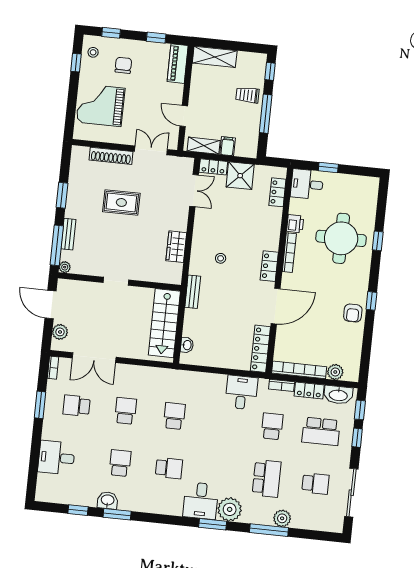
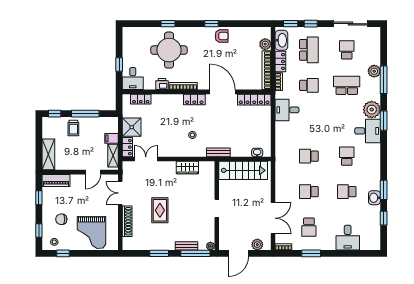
school desk: (272, 426) -> (309, 85), turned 180

